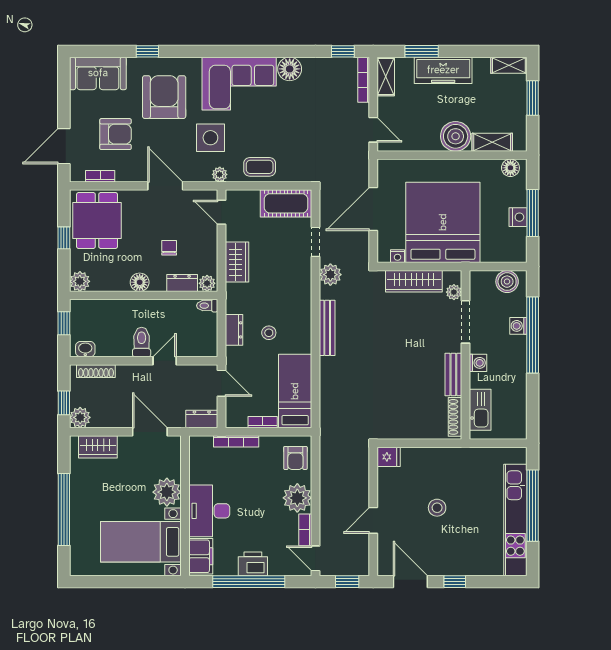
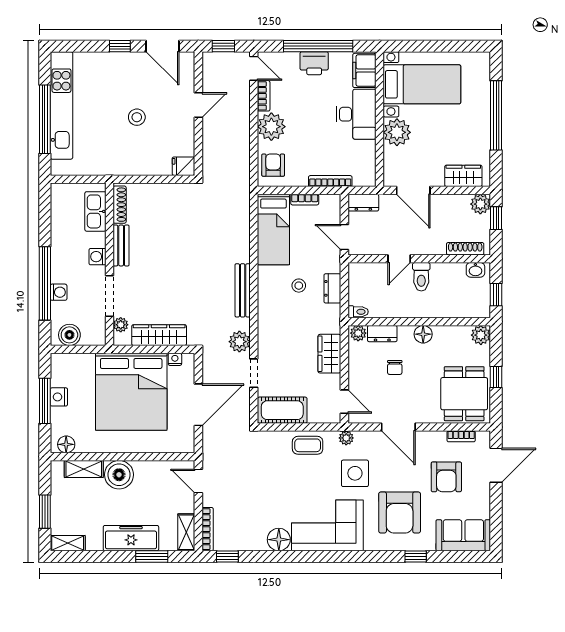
armchair: (116, 134) -> (446, 477), turned -90

